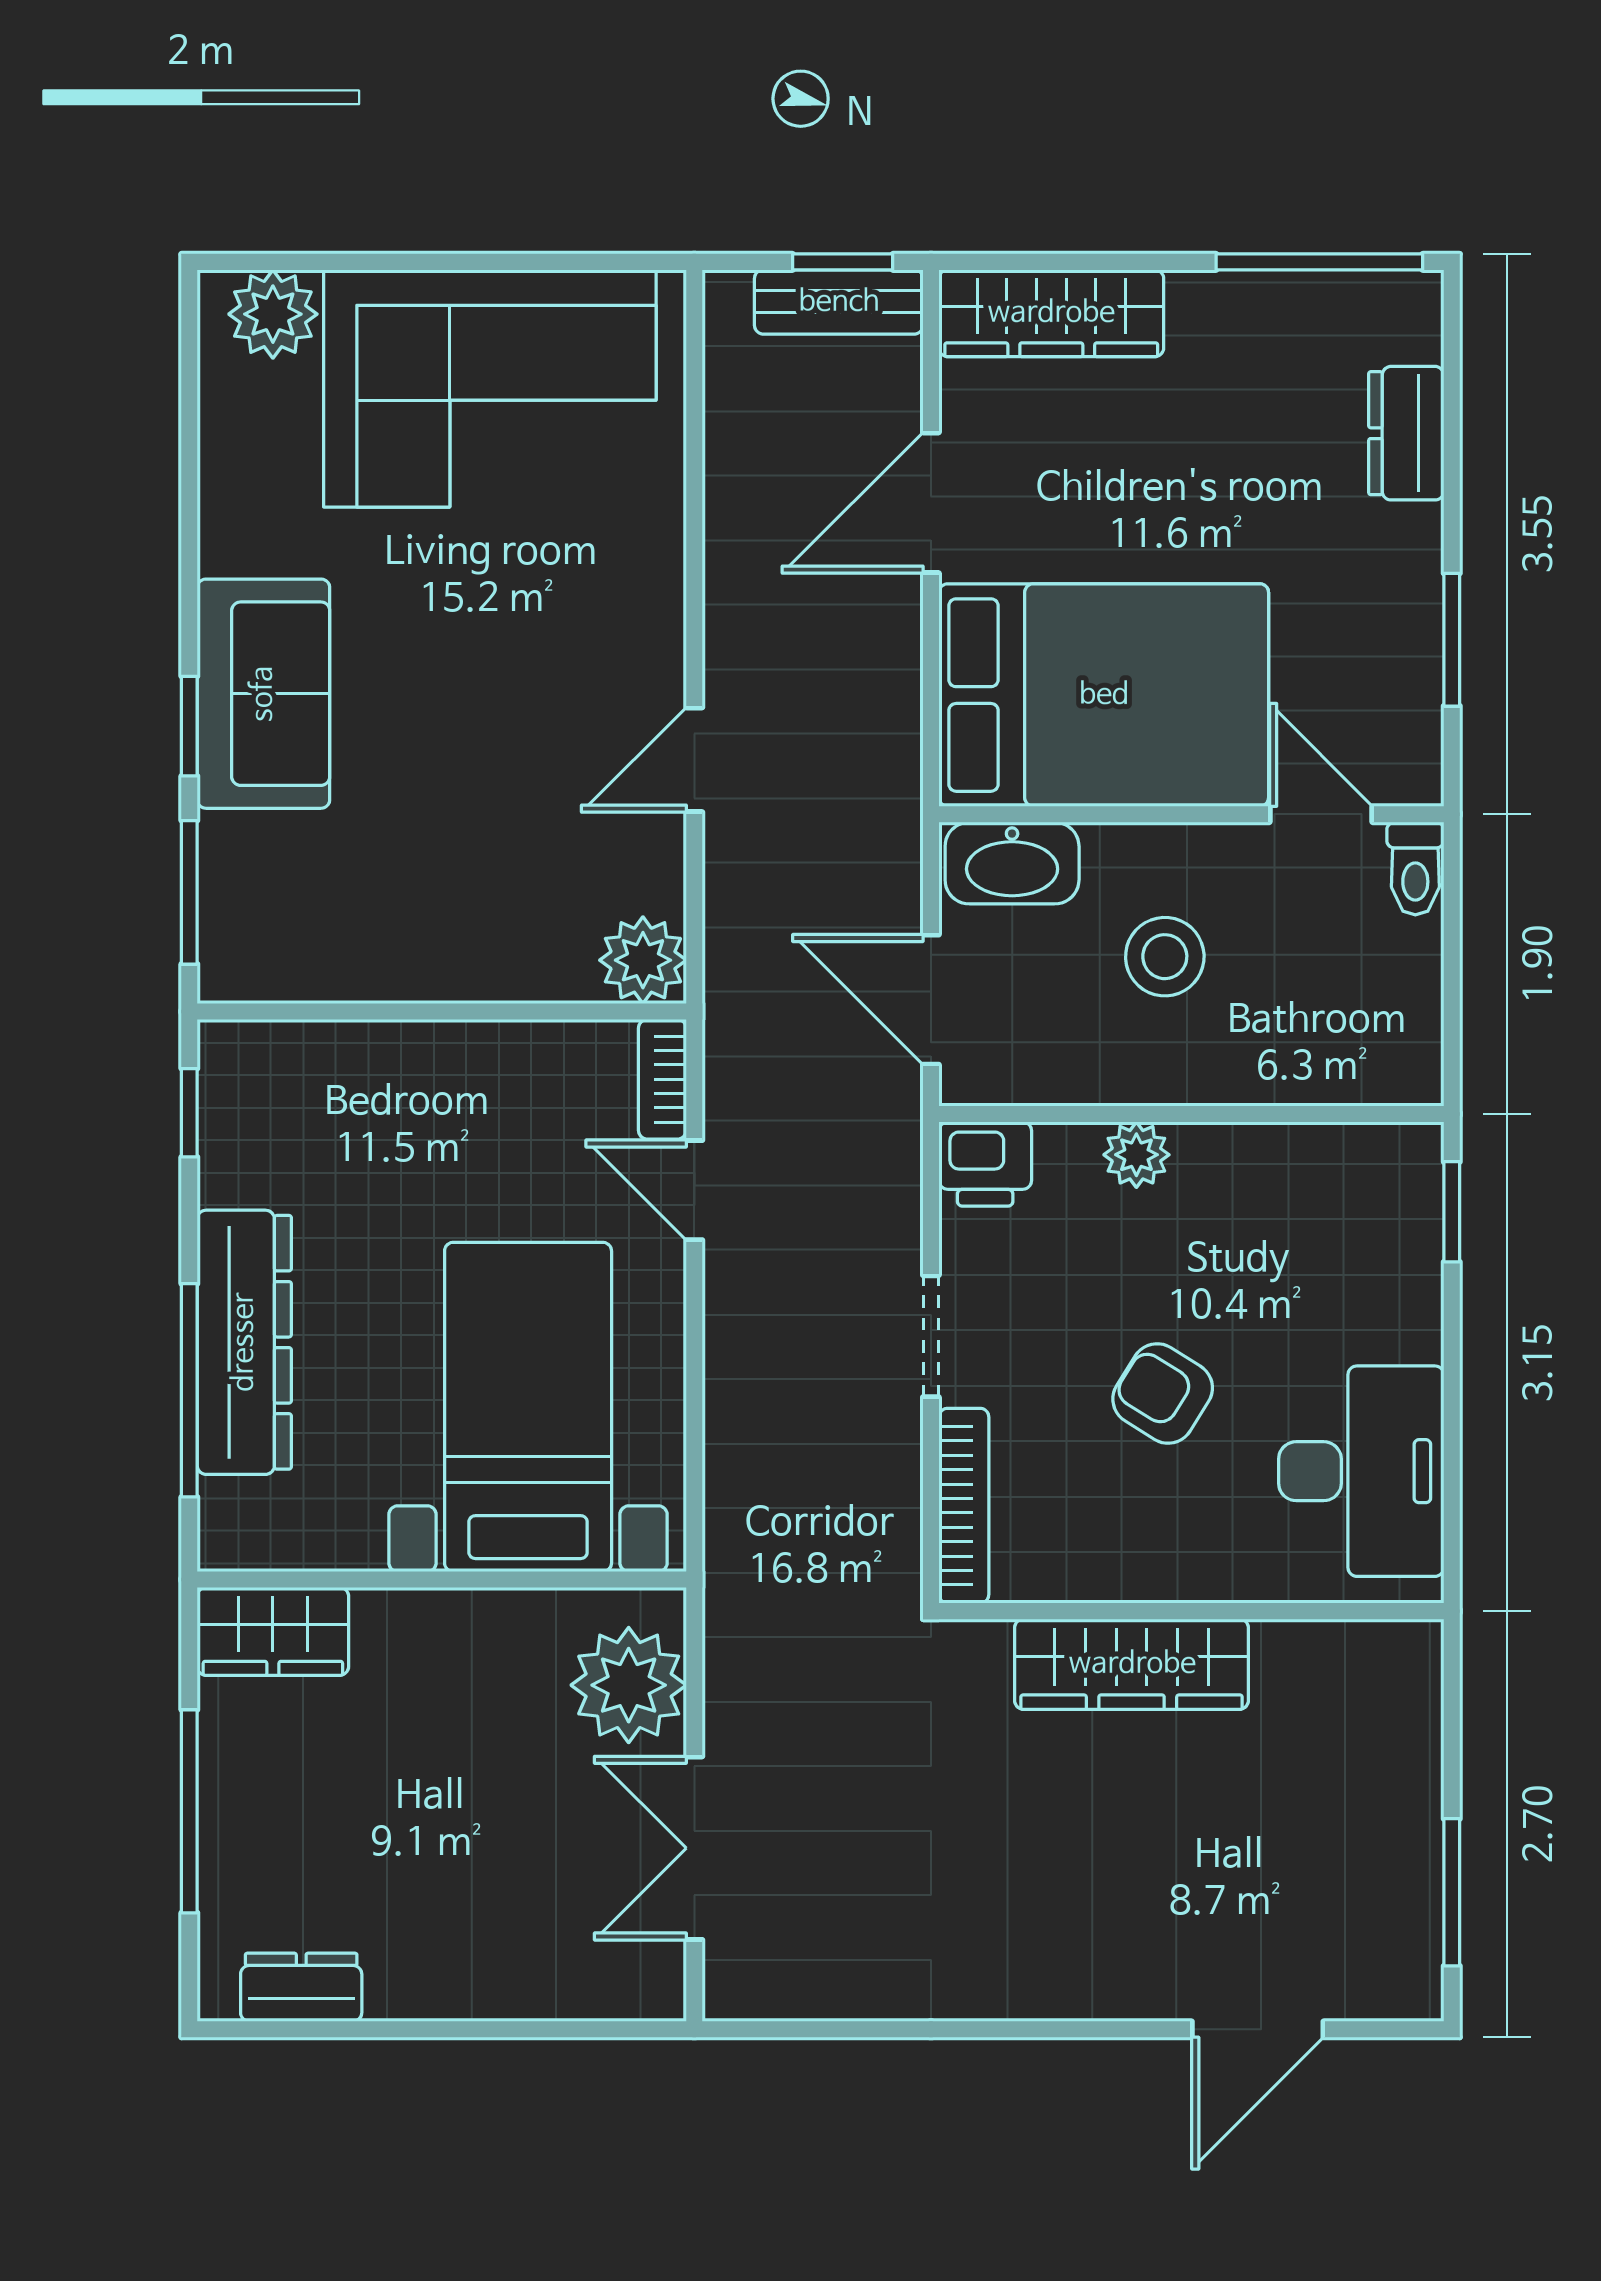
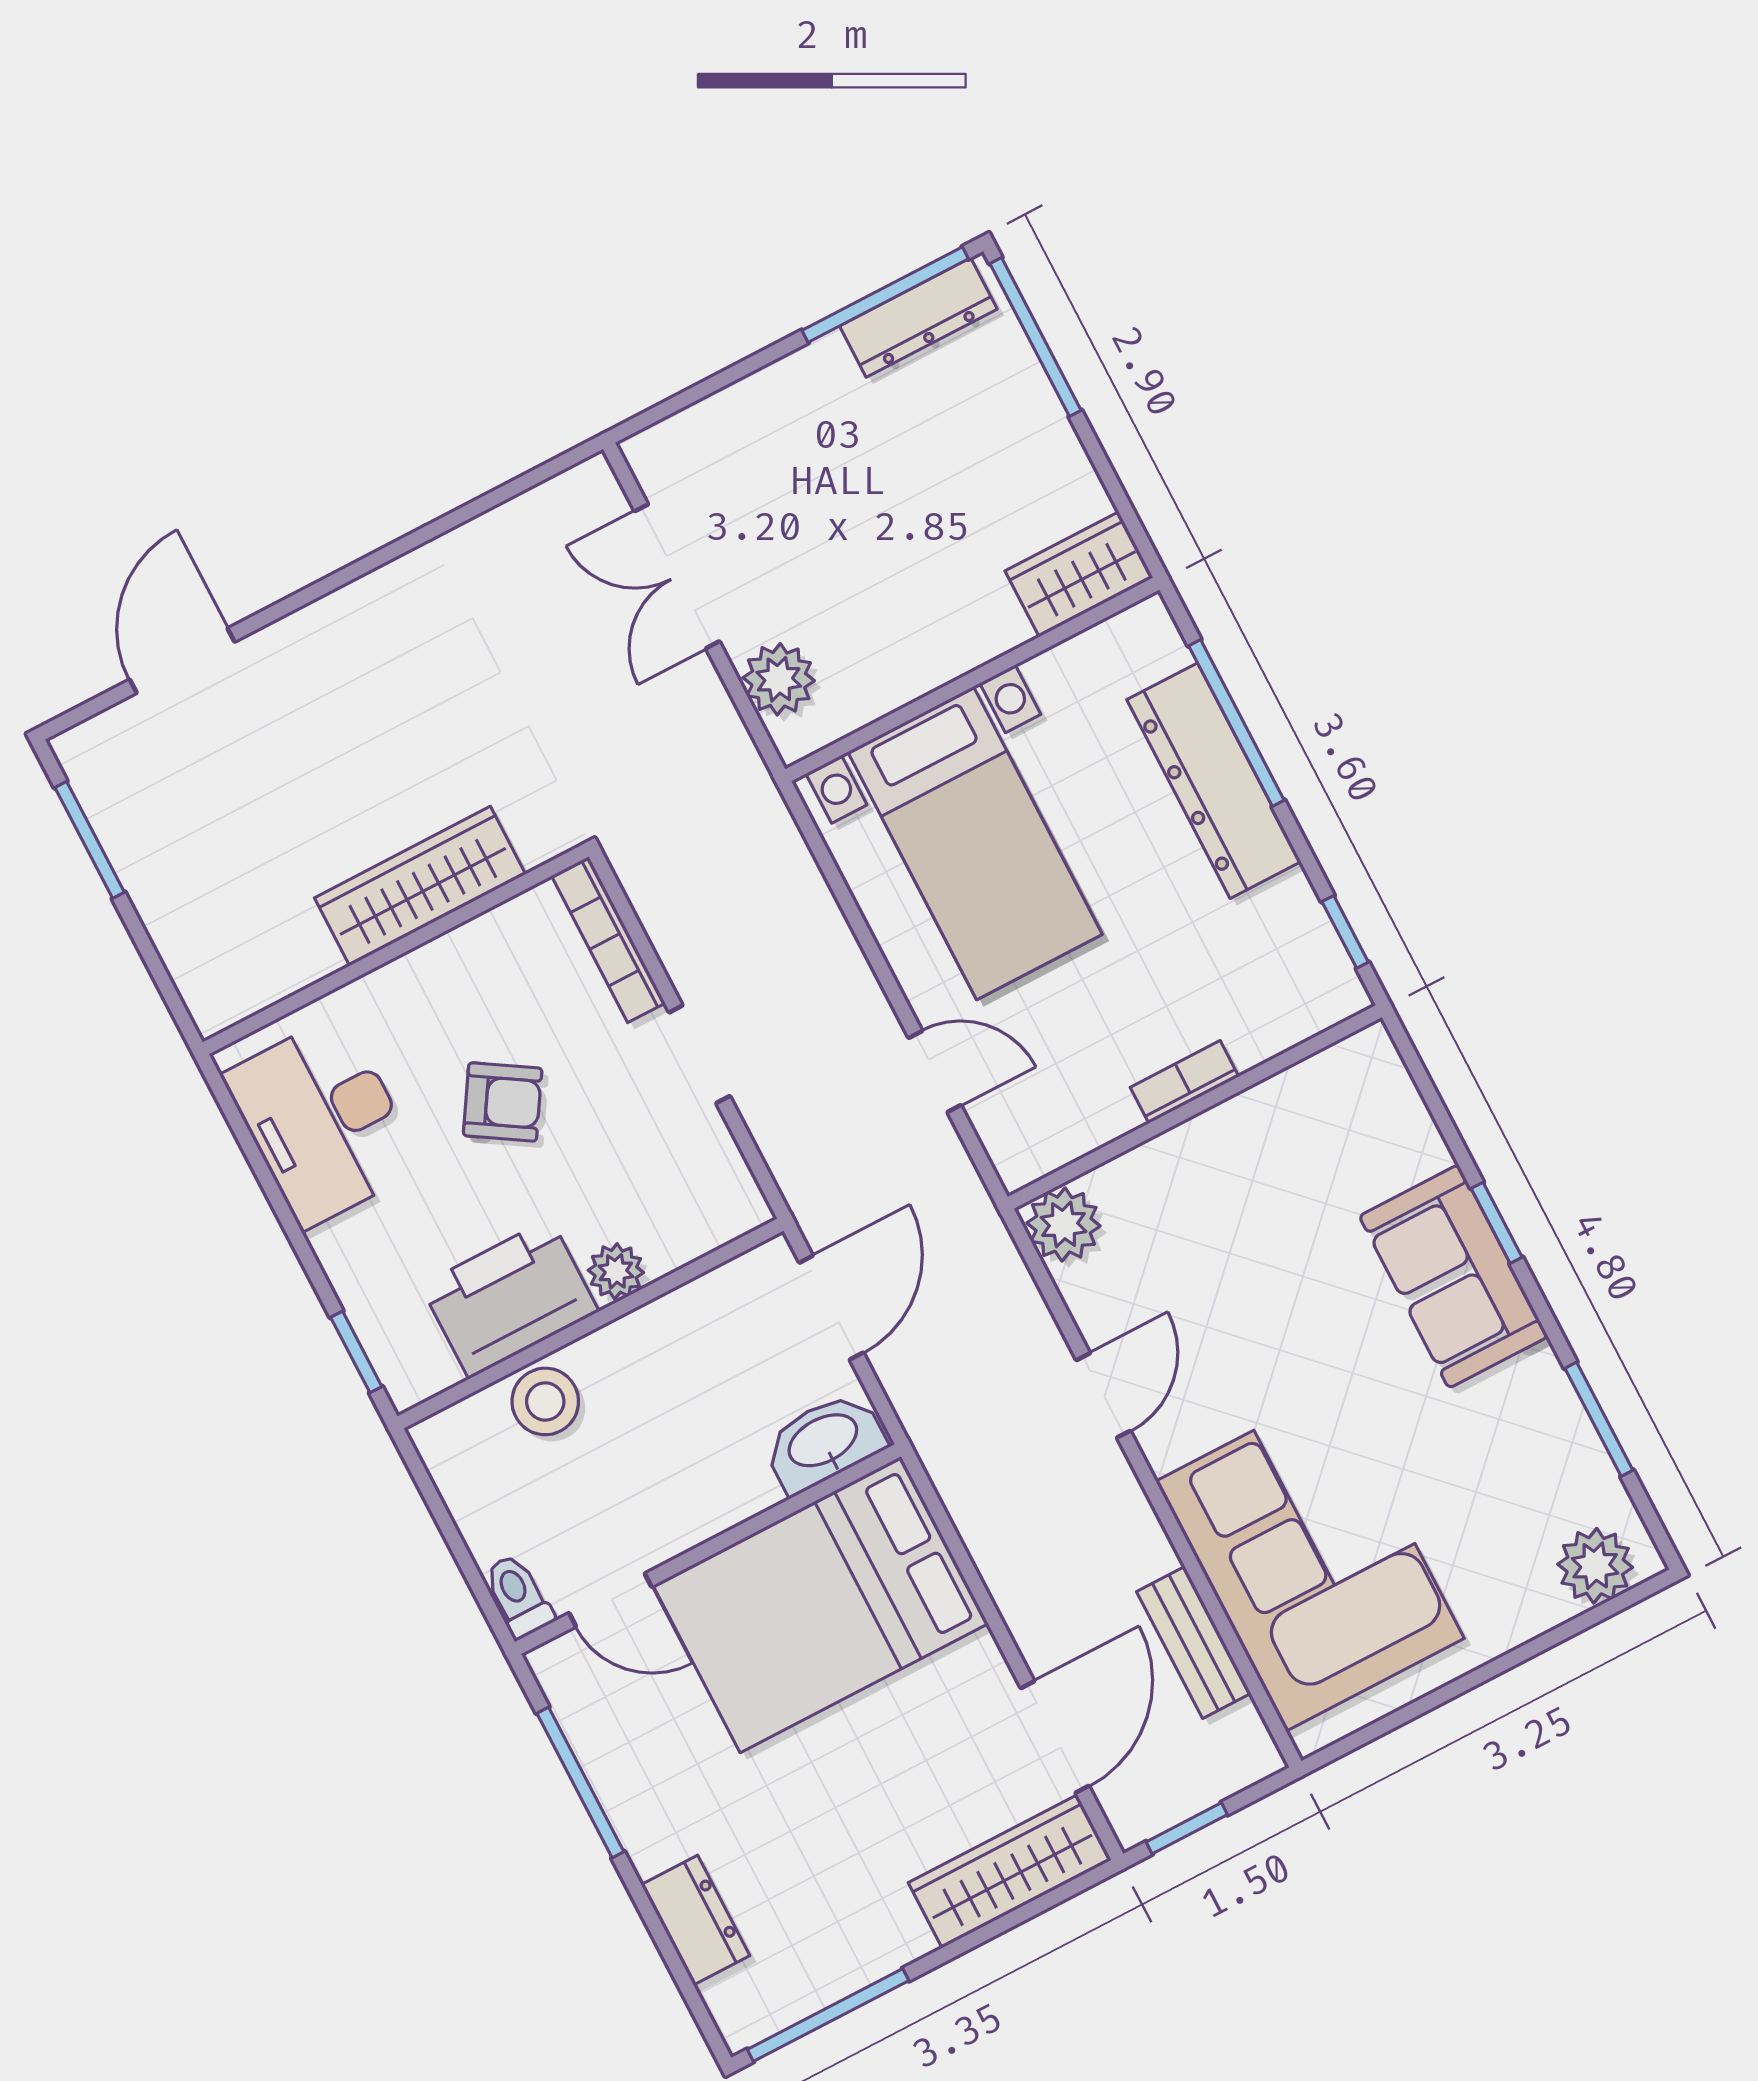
bench: (839, 302) -> (1194, 1642), moved, turned 90
corner sofa: (490, 388) -> (1310, 1560), moved, turned 90
door: (931, 503) -> (1055, 1737), moved
window: (1452, 640) -> (580, 1783), width x1.44
window: (189, 892) -> (1599, 1419), moved
stool: (1165, 957) -> (545, 1401), moved
door: (931, 1000) -> (831, 1308), hinge flipped
bookcase: (662, 1079) -> (1184, 1082), moved, turned -90
printer: (985, 1164) -> (510, 1298), moved, width x1.87, depth x1.48
plant: (629, 1685) -> (779, 679), width x0.73, depth x0.73
window: (189, 1811) -> (1036, 337), moved
double door: (694, 1848) -> (677, 576), swing flipped
dresser: (301, 1987) -> (918, 318), width x1.44
window: (323, 2029) -> (885, 295), added

